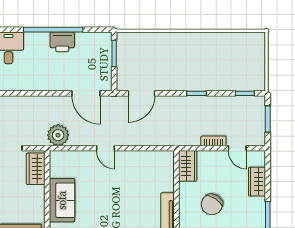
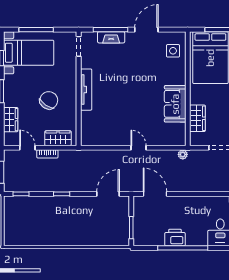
plant: (58, 135) -> (183, 154), width x0.53, depth x0.53
wardrobe: (188, 166) -> (58, 138), moved, turned 90
wardrobe: (36, 169) -> (197, 118), moved

